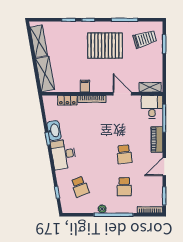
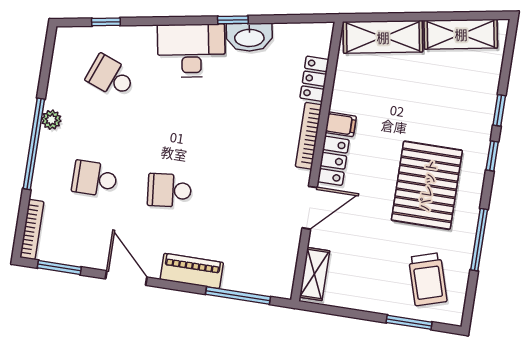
locker: (101, 87) -> (333, 161), added
desk: (152, 107) -> (269, 271), removed
school desk: (80, 187) -> (111, 77), turned 42

